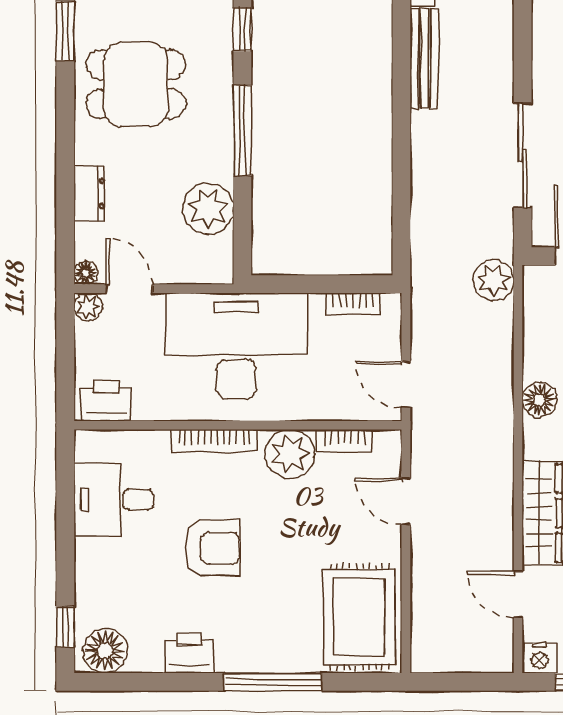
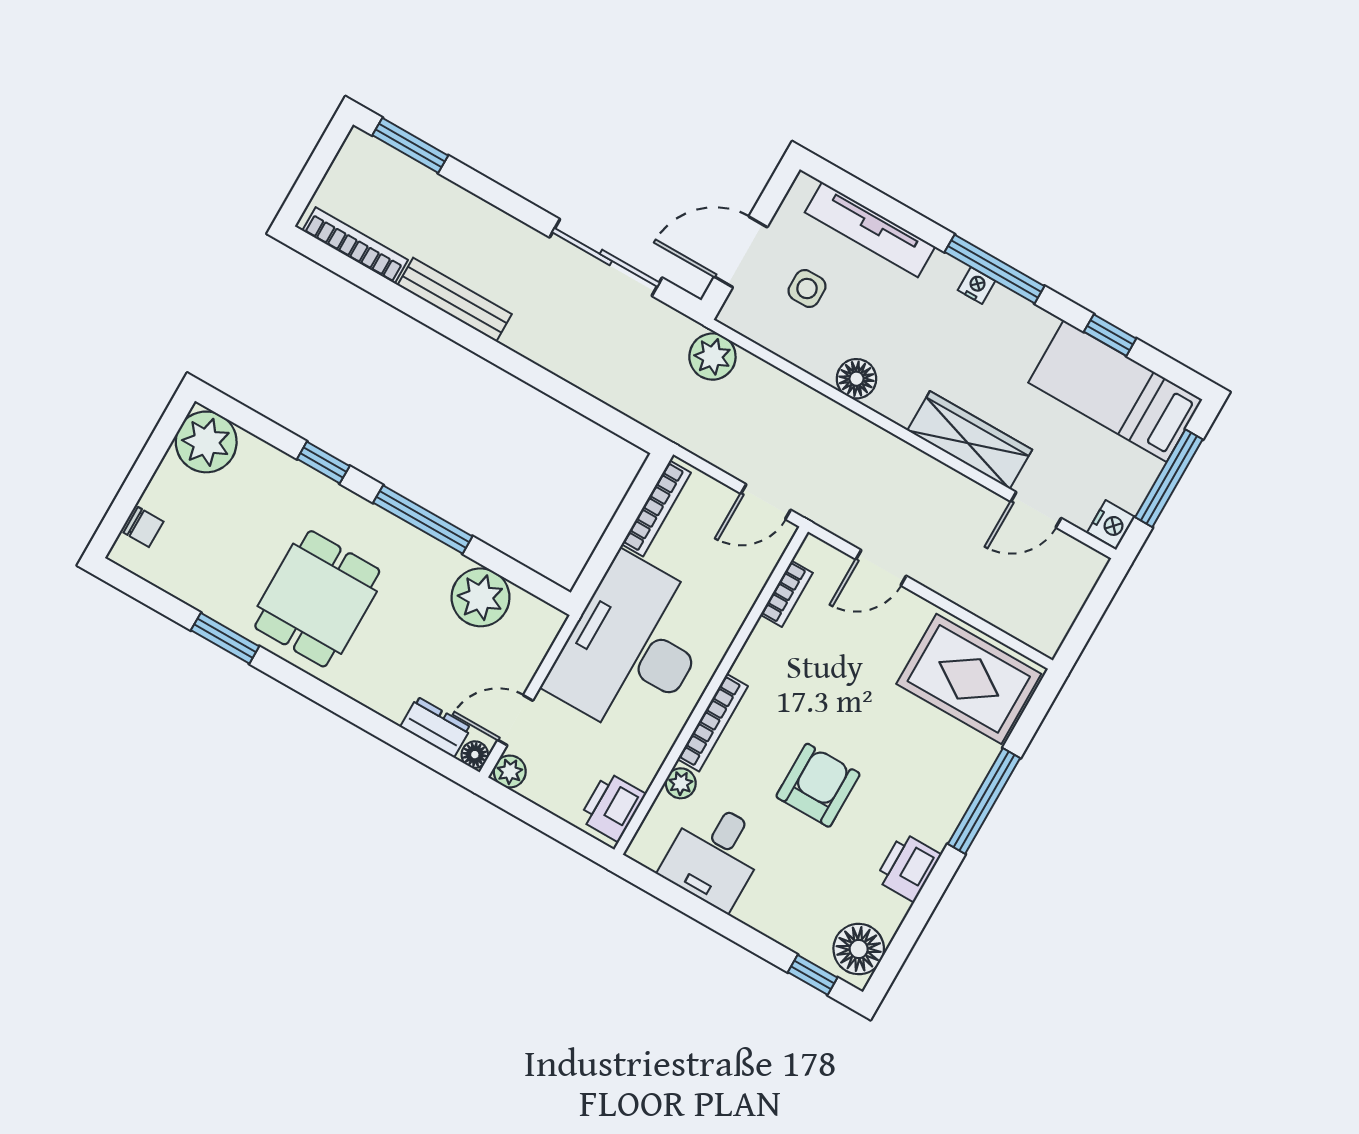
dresser: (89, 193) -> (436, 727), moved
bookcase: (353, 304) -> (656, 508), width x1.56
plant: (290, 454) -> (681, 783), moved, width x0.53, depth x0.53

